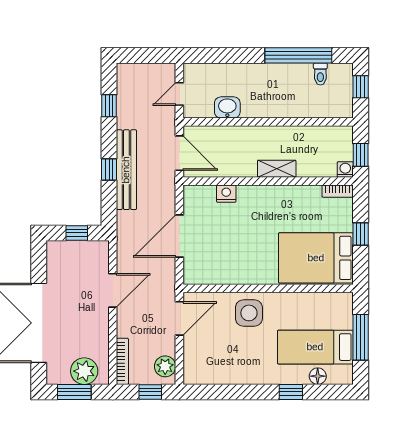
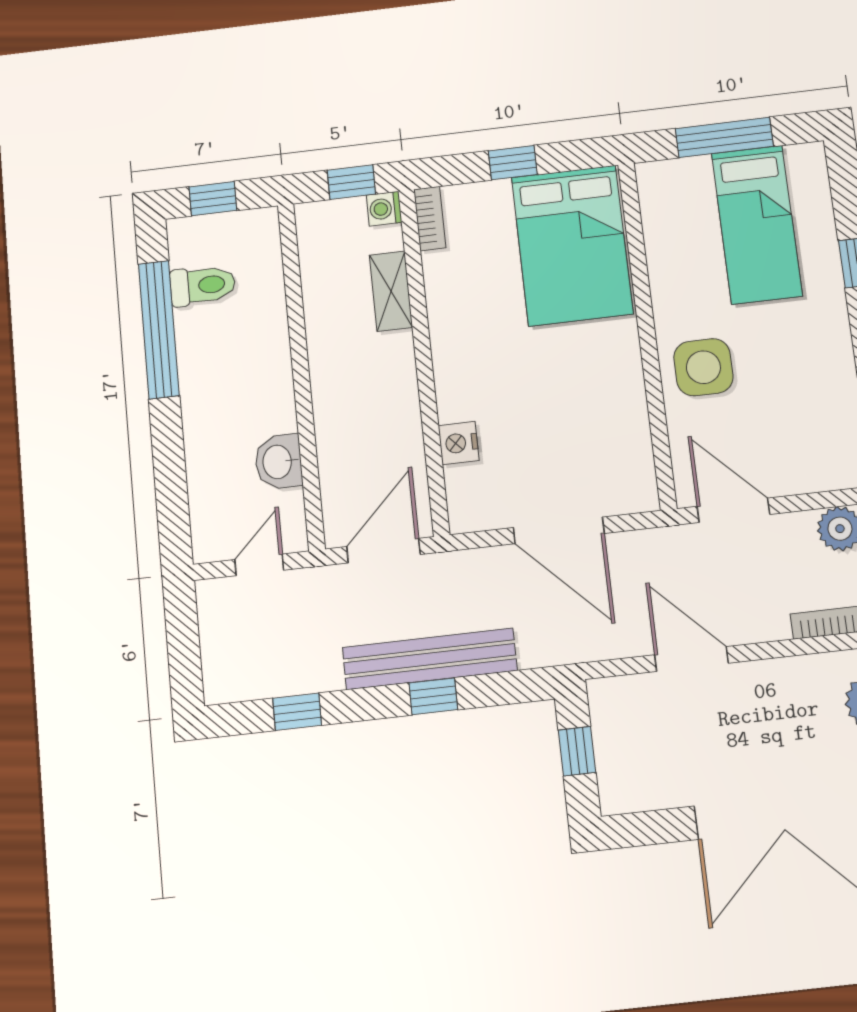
toilet: (320, 74) -> (203, 285), width x1.37, depth x1.39
door: (179, 94) -> (259, 565), swing flipped
shelving: (277, 169) -> (391, 291), moved
floor lamp: (318, 376) -> (817, 213), removed

